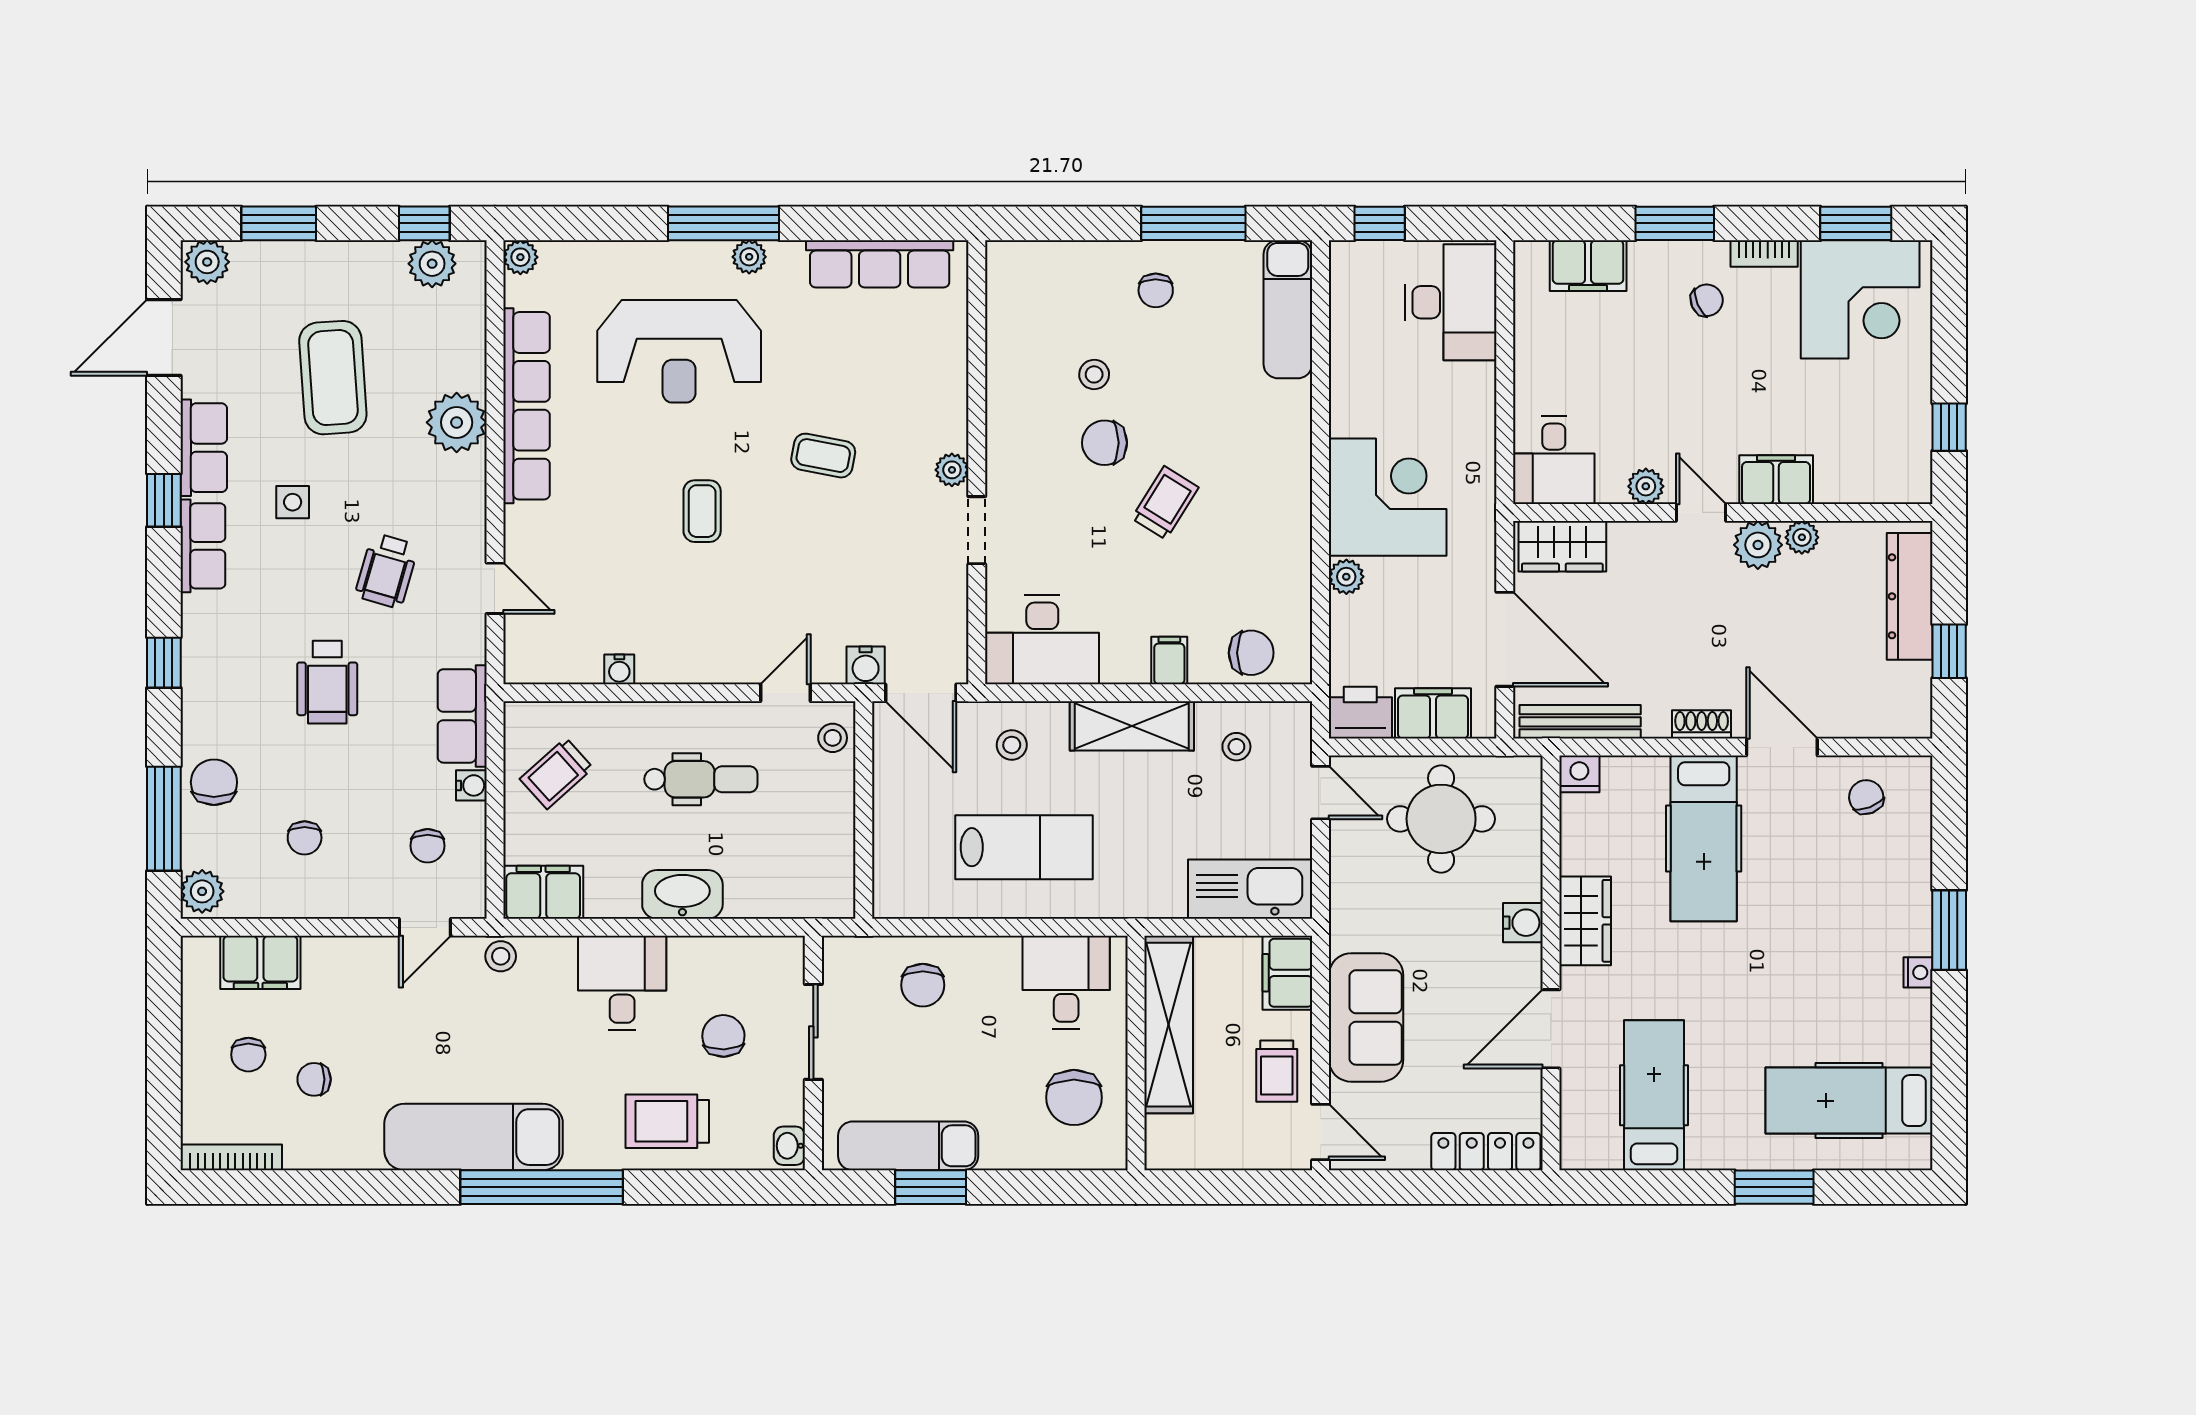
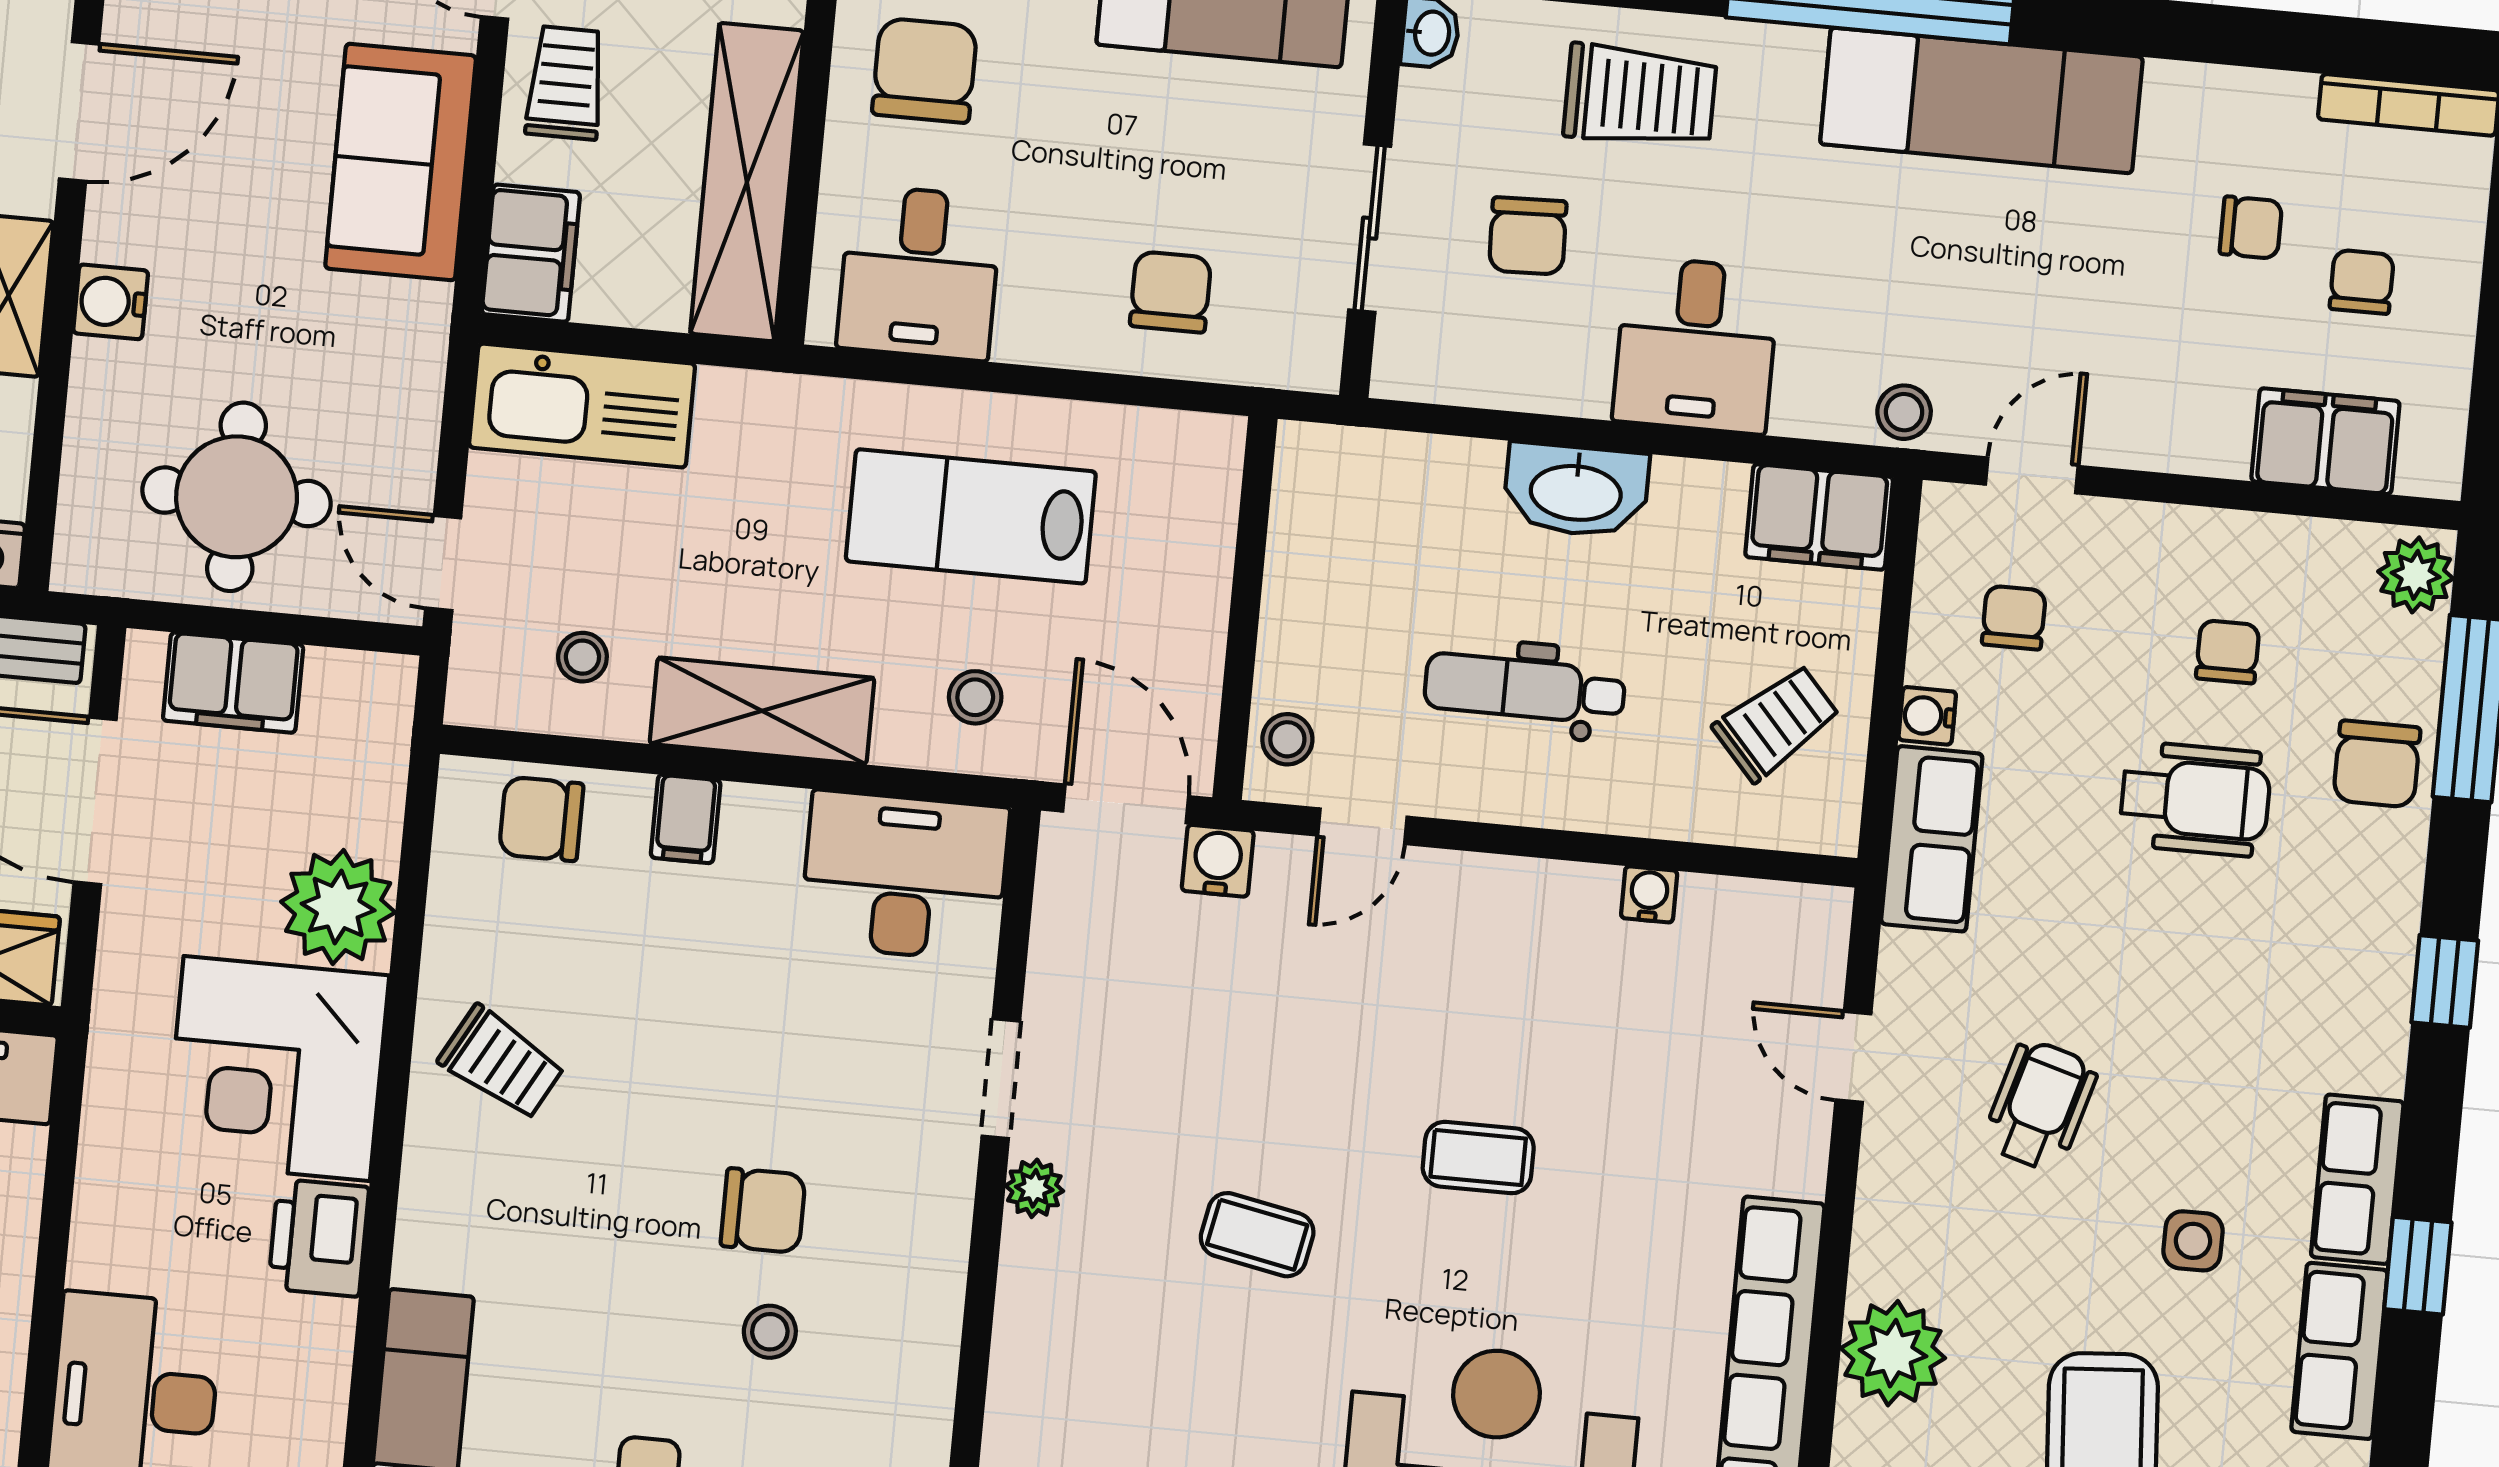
trolley: (1165, 503) -> (502, 1063), moved, turned -93
coffee table: (702, 511) -> (1478, 1158), turned 90
plant: (1346, 577) -> (338, 907), width x1.87, depth x1.87
wheelchair: (327, 682) -> (2195, 799), moved, turned 90
printer: (1360, 713) -> (319, 1238), moved, turned 90

